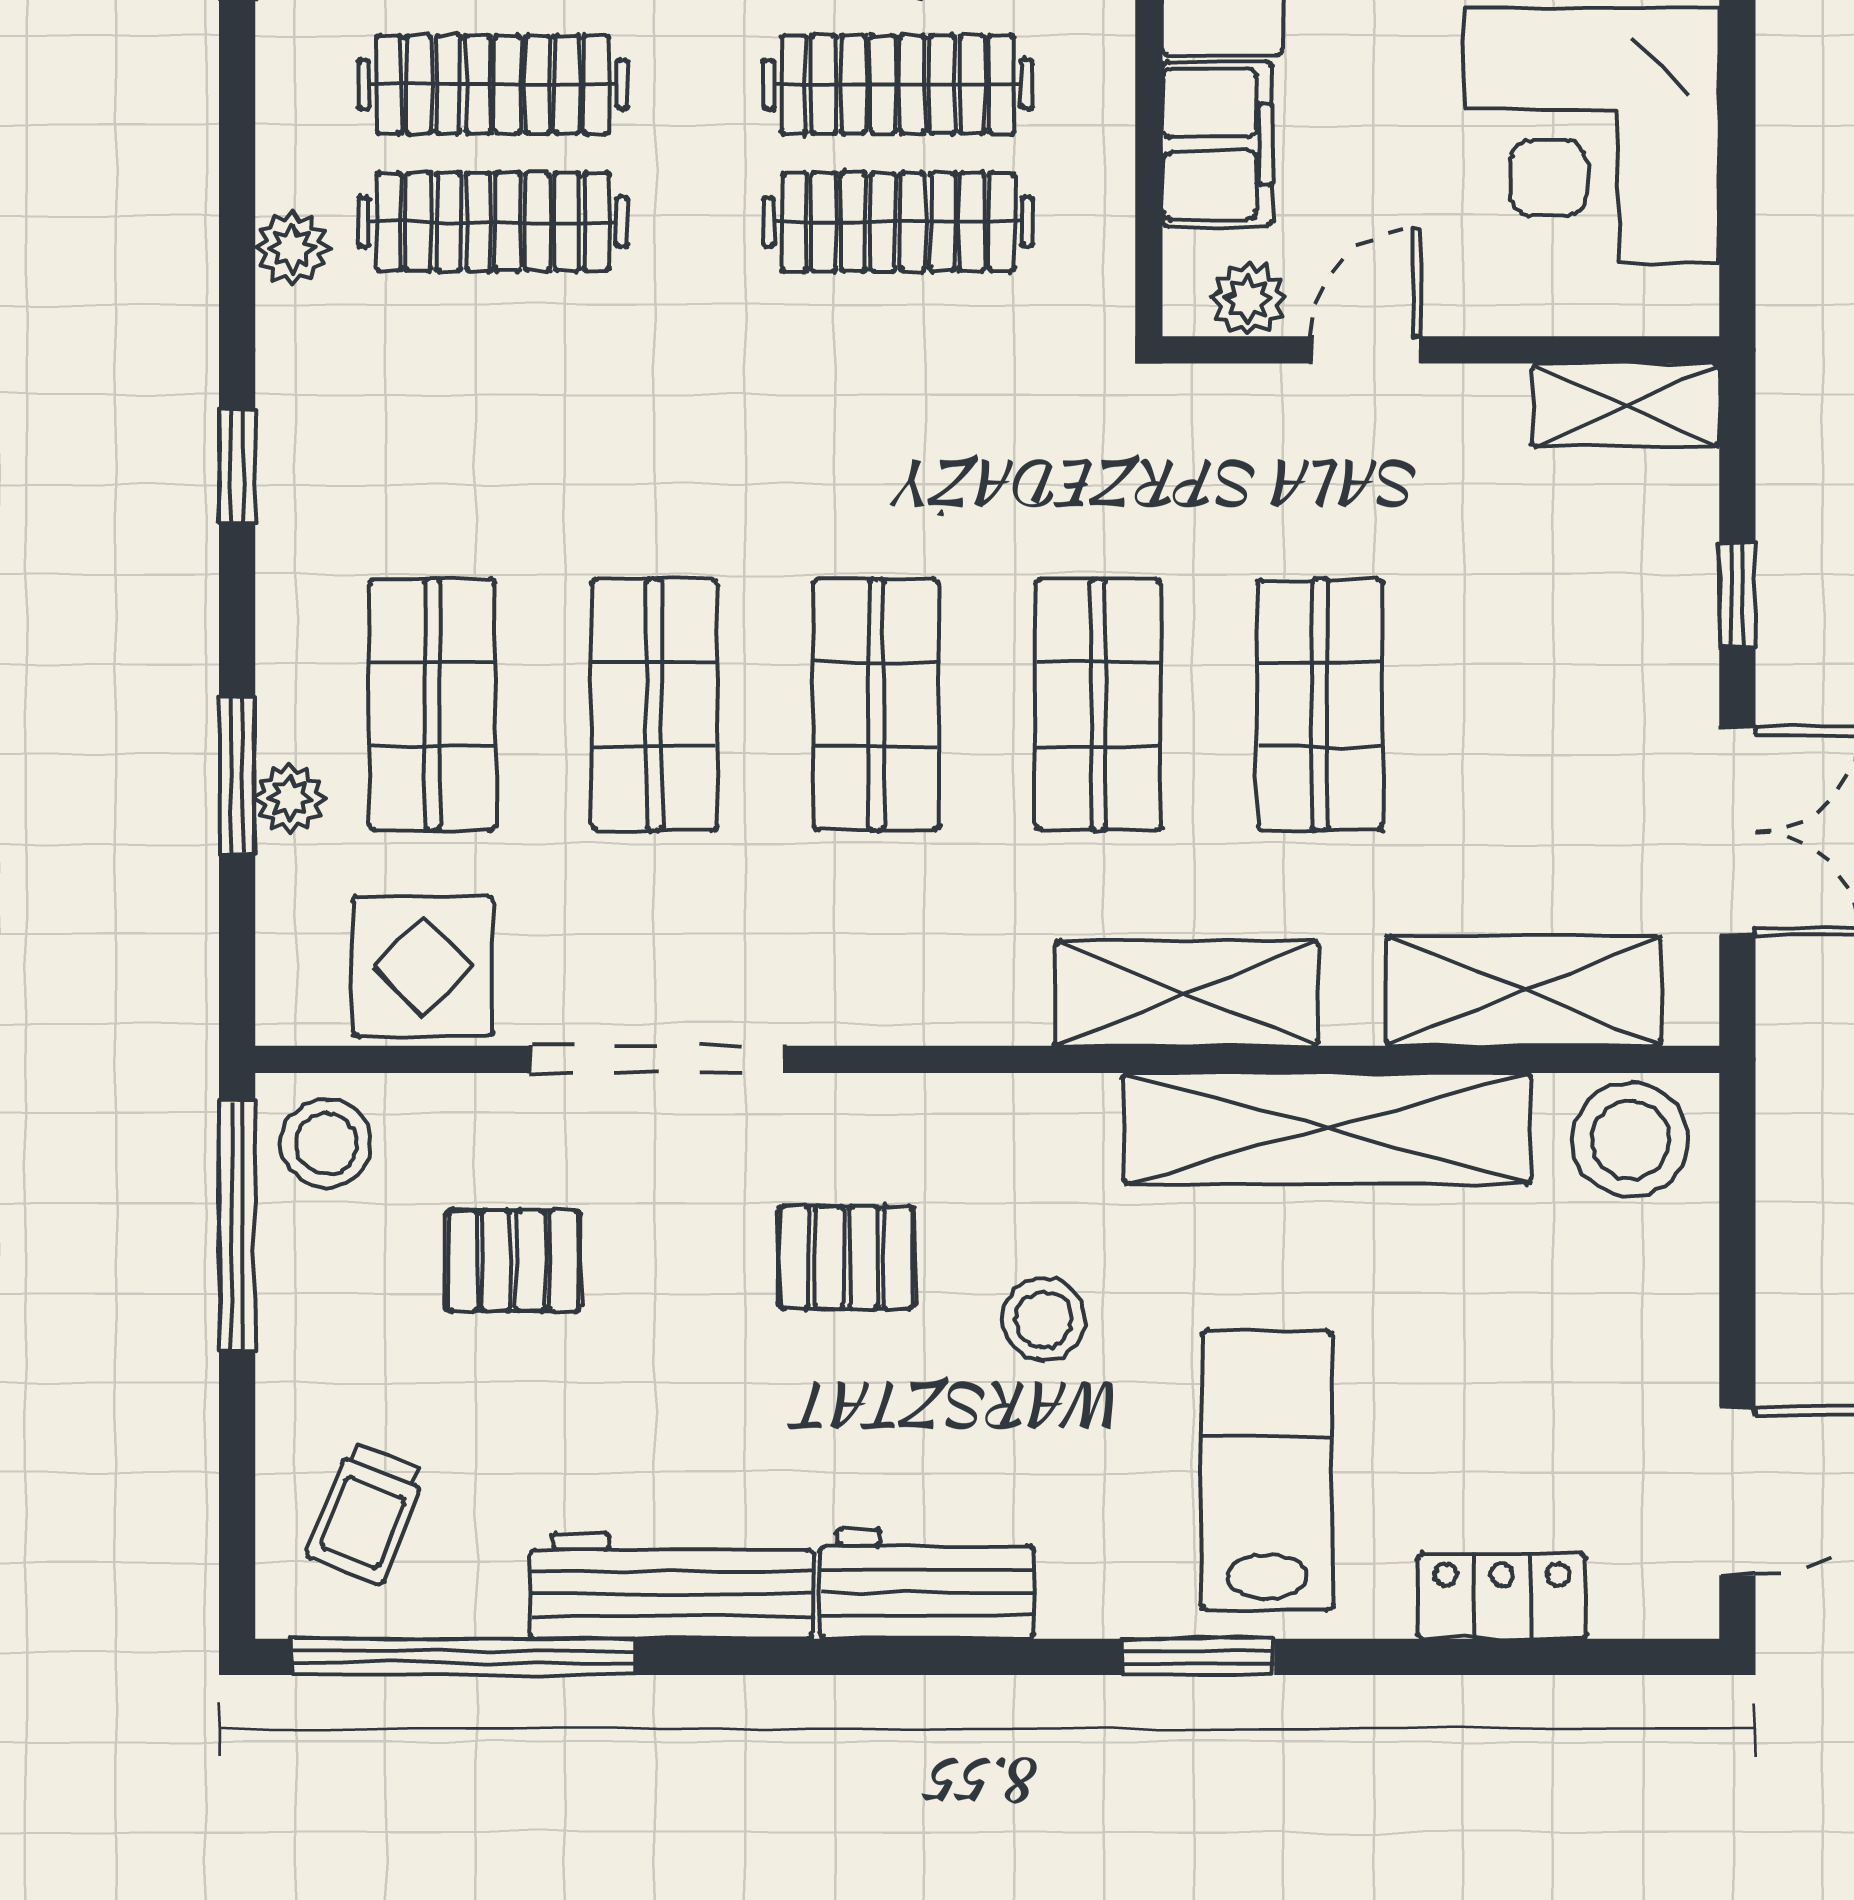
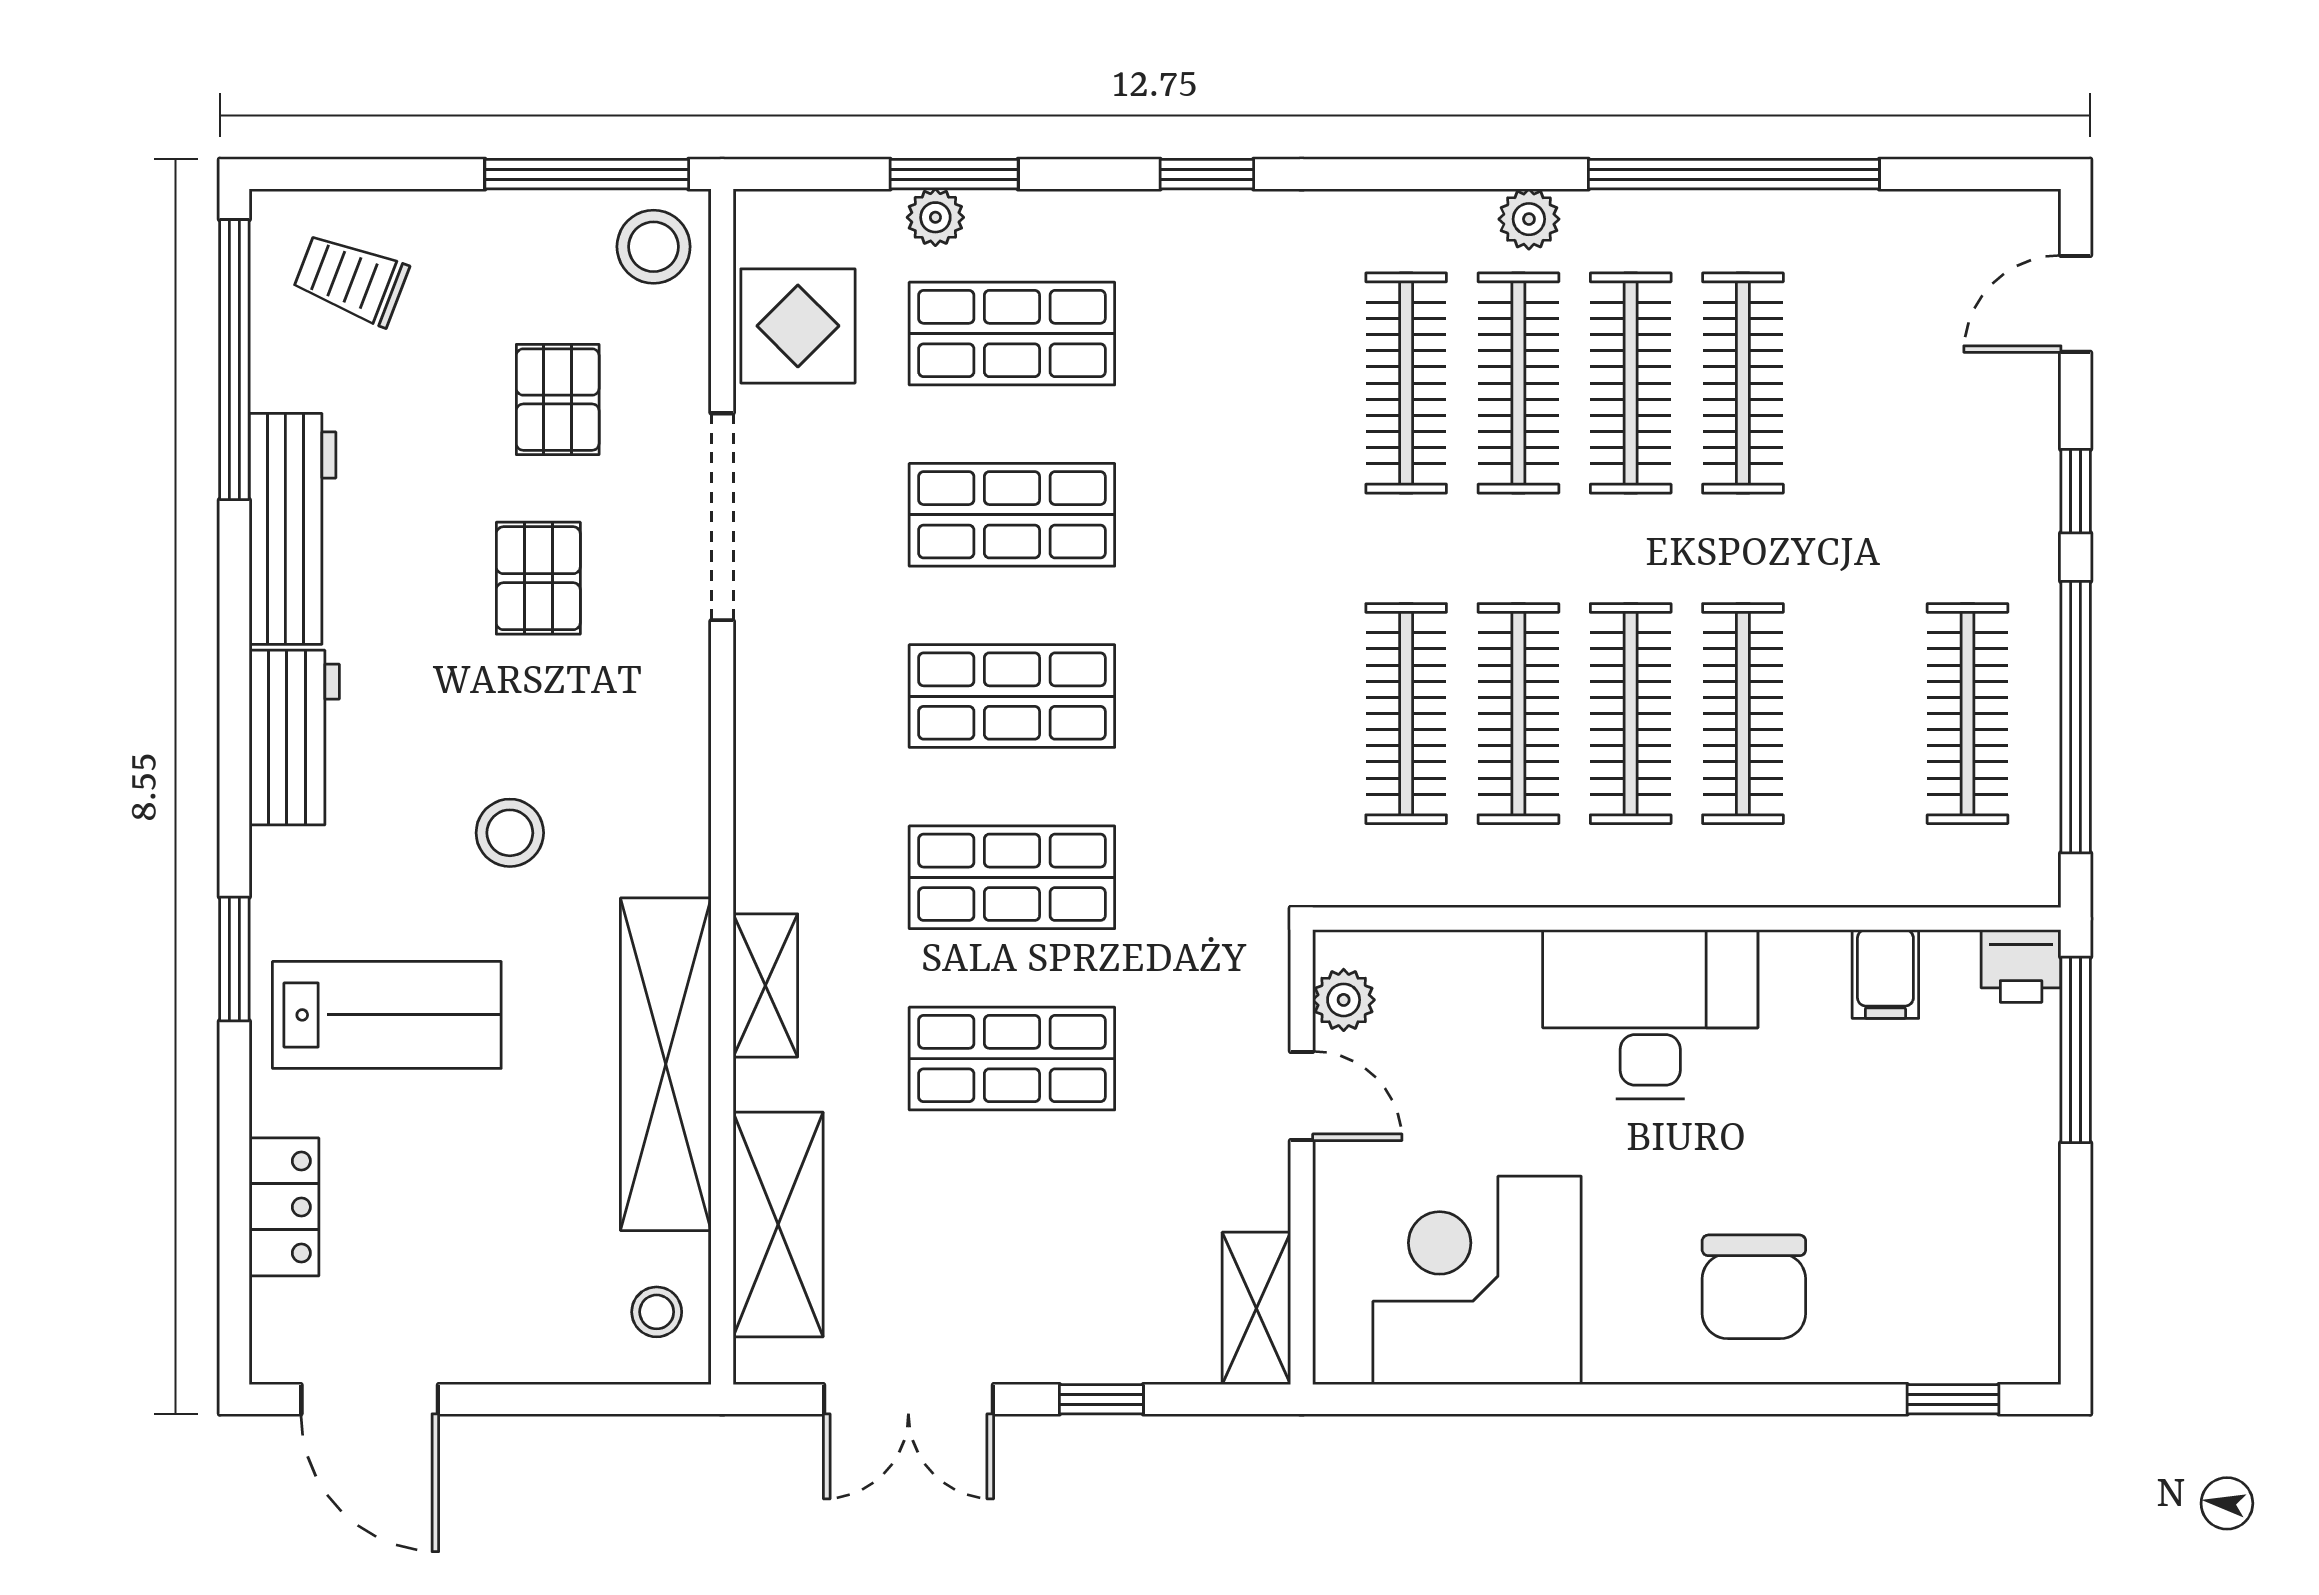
filing cabinet: (1217, 144) -> (1470, 975), removed
plant: (292, 248) -> (1529, 219), moved
shelving: (1187, 993) -> (765, 985), width x0.67, depth x0.75
stool: (1630, 1140) -> (657, 1312), width x0.53, depth x0.53
pallet: (846, 1257) -> (538, 578), moved

